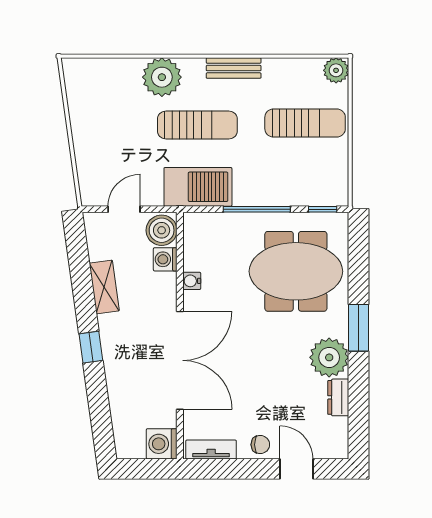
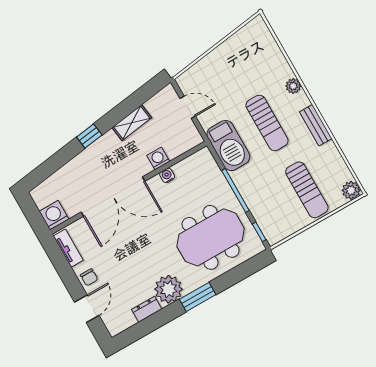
plant: (162, 77) -> (293, 86), width x0.53, depth x0.53
boiler: (162, 230) -> (188, 138), removed
washing machine: (165, 259) -> (158, 158), moved
meeting table: (296, 271) -> (211, 237), turned 90

